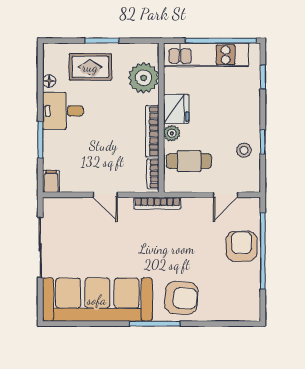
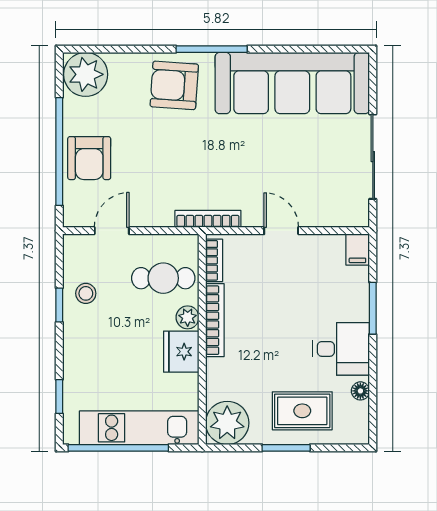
plant: (144, 78) -> (227, 423), moved
plant: (244, 306) -> (86, 74), added

